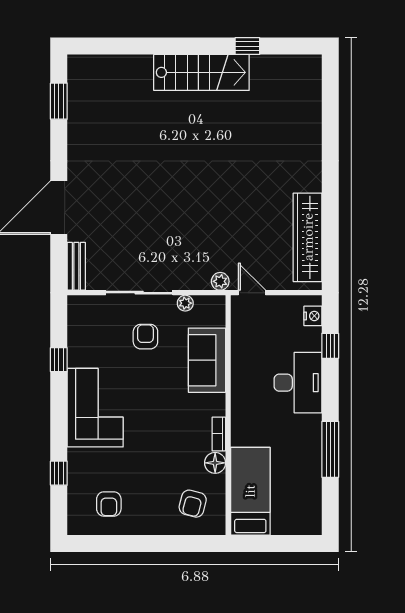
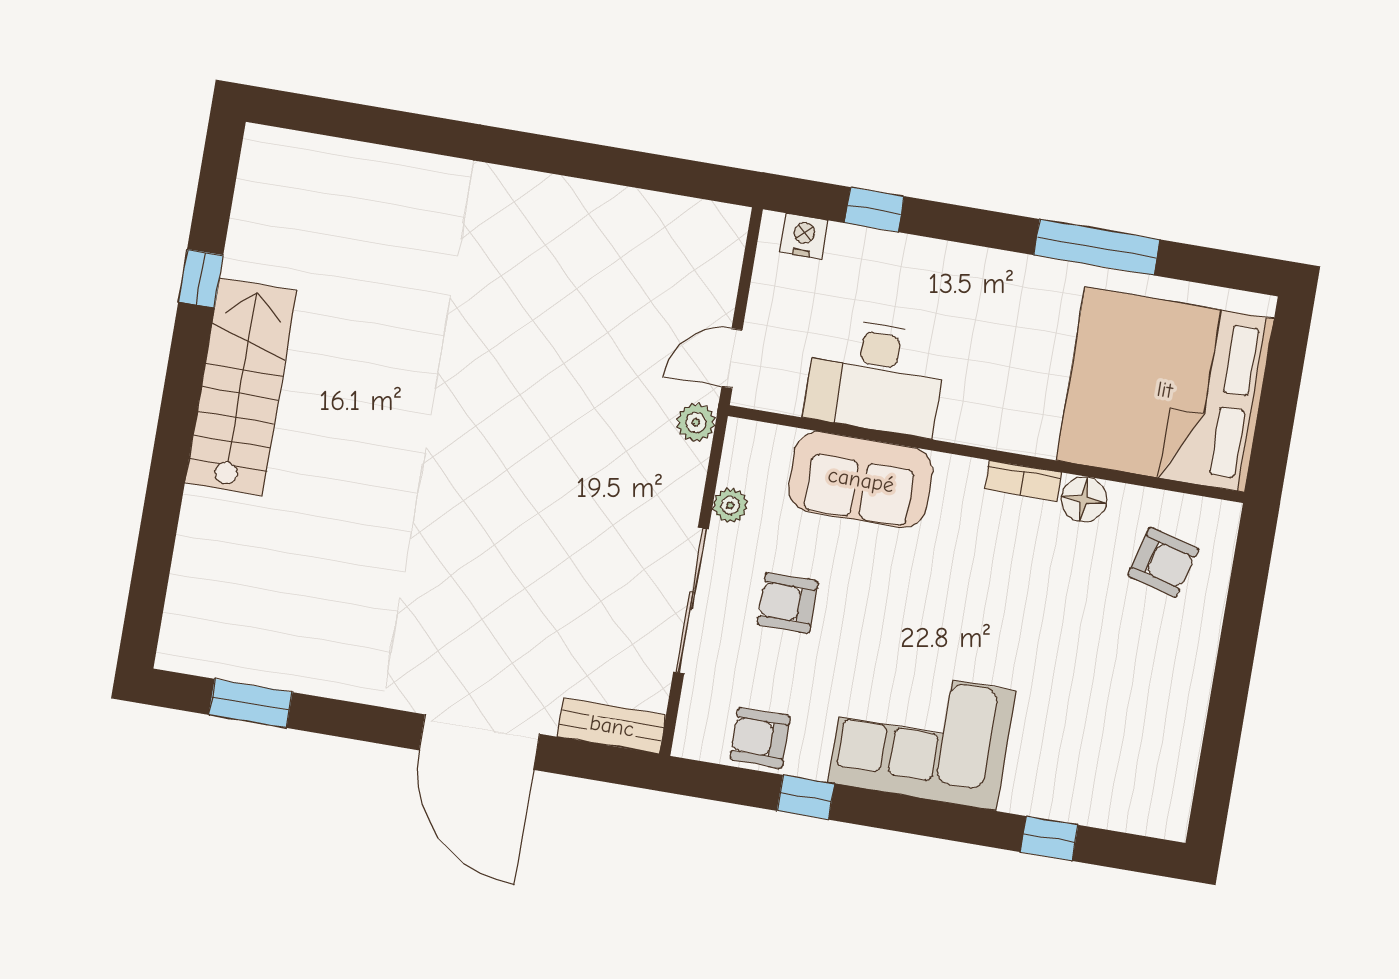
wardrobe: (308, 237) -> (633, 219), removed
desk: (298, 383) -> (876, 377), moved, turned 180
bed: (250, 491) -> (1165, 390), width x2.04
armchair: (109, 504) -> (760, 738), moved, turned 180

